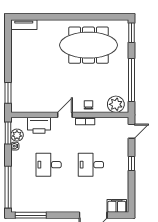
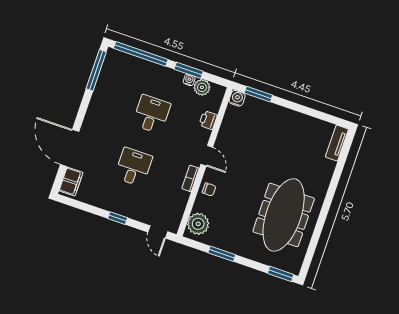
window: (132, 80) -> (222, 254), width x0.47
water cooler: (16, 107) -> (237, 98), added
printer: (39, 125) -> (208, 120), width x0.53, depth x0.68
window: (8, 133) -> (189, 70), moved

